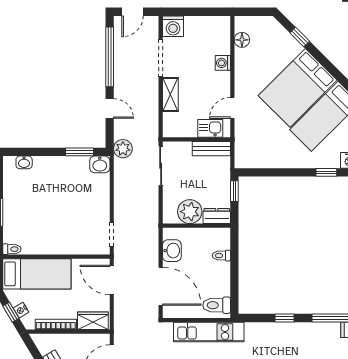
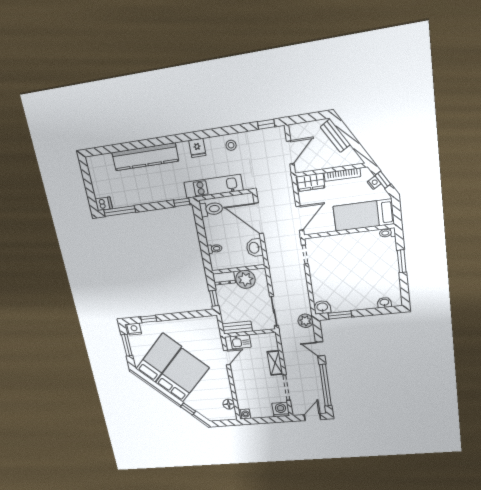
washing machine: (223, 63) -> (245, 414), moved
door: (112, 280) -> (300, 218), hinge flipped
window: (284, 318) -> (182, 202), moved

